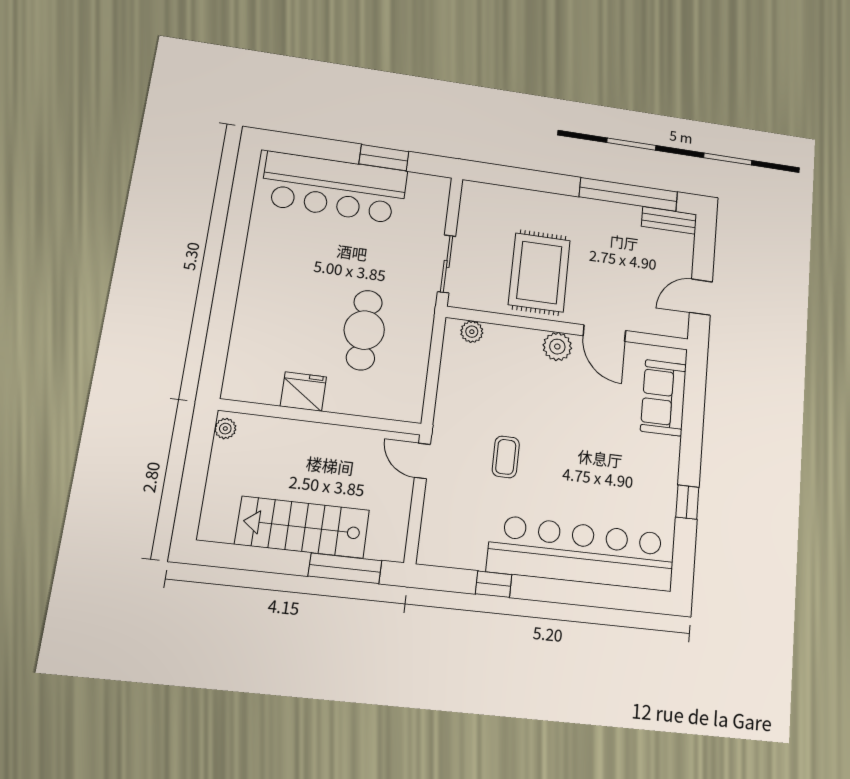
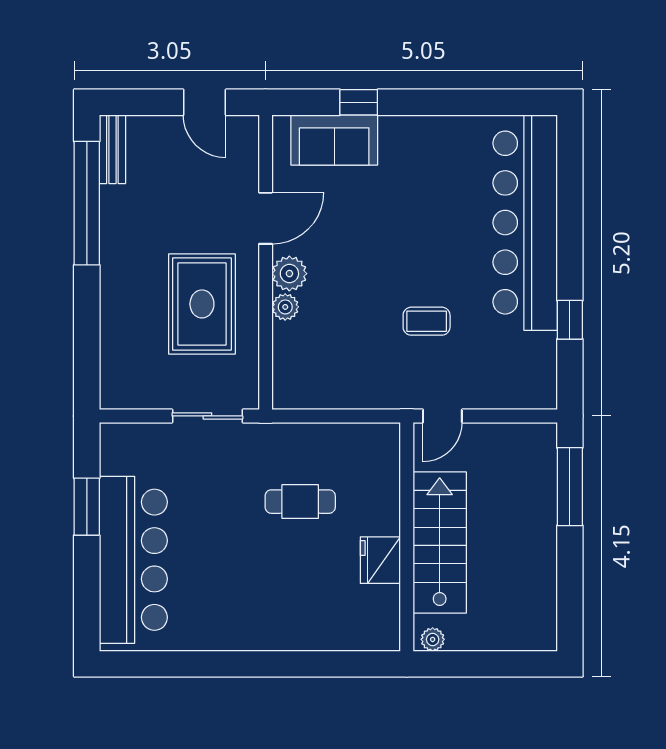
rug: (539, 272) -> (202, 304), turned 90
cafe table: (364, 330) -> (300, 502), width x0.73, depth x0.74
plant: (472, 332) -> (285, 307), moved
window: (687, 502) -> (359, 102), moved
stairs: (302, 527) -> (440, 543), moved, turned 180

